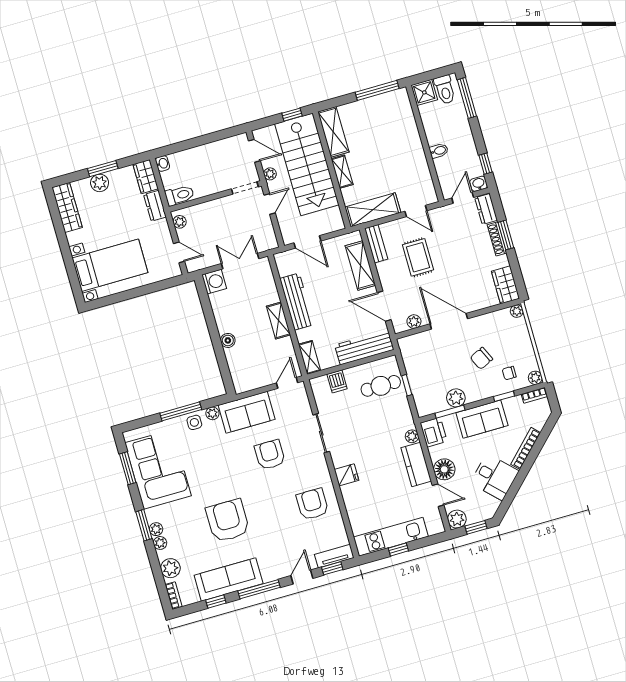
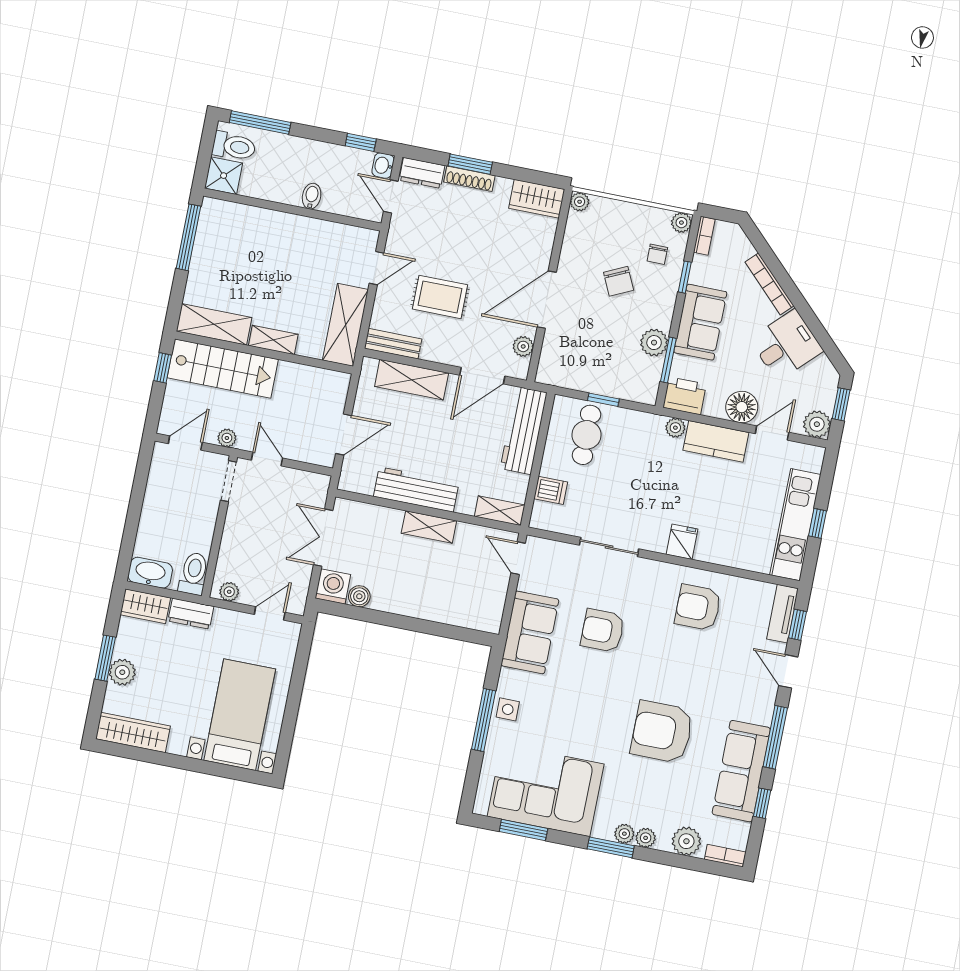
washbasin: (163, 163) -> (150, 573), width x1.91, depth x1.45
stairs: (307, 164) -> (223, 369), width x0.73, depth x0.66
boiler: (228, 340) -> (359, 596), moved
plant: (212, 413) -> (508, 679), removed

